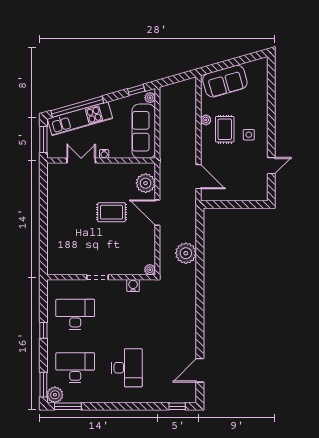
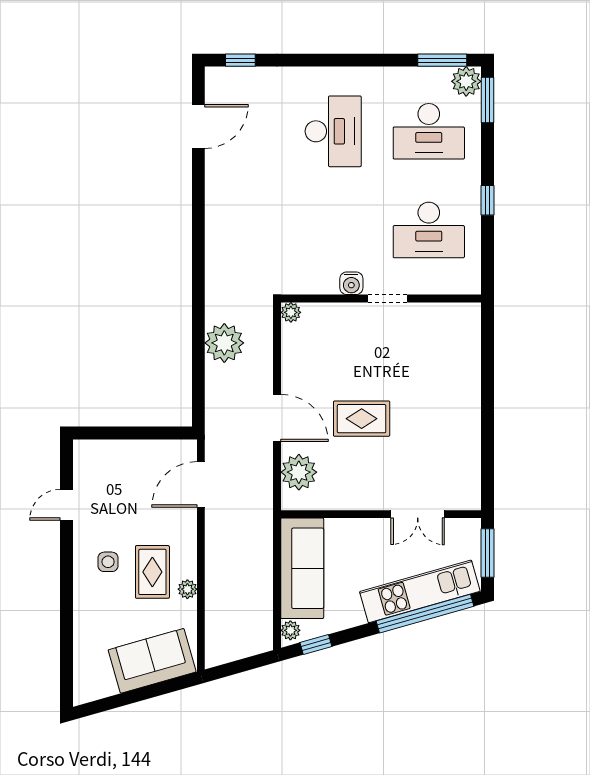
water cooler: (104, 154) -> (375, 526), removed
door: (199, 177) -> (201, 484), hinge flipped
water cooler: (133, 285) -> (351, 283), moved
desk: (127, 368) -> (333, 131), turned 180

